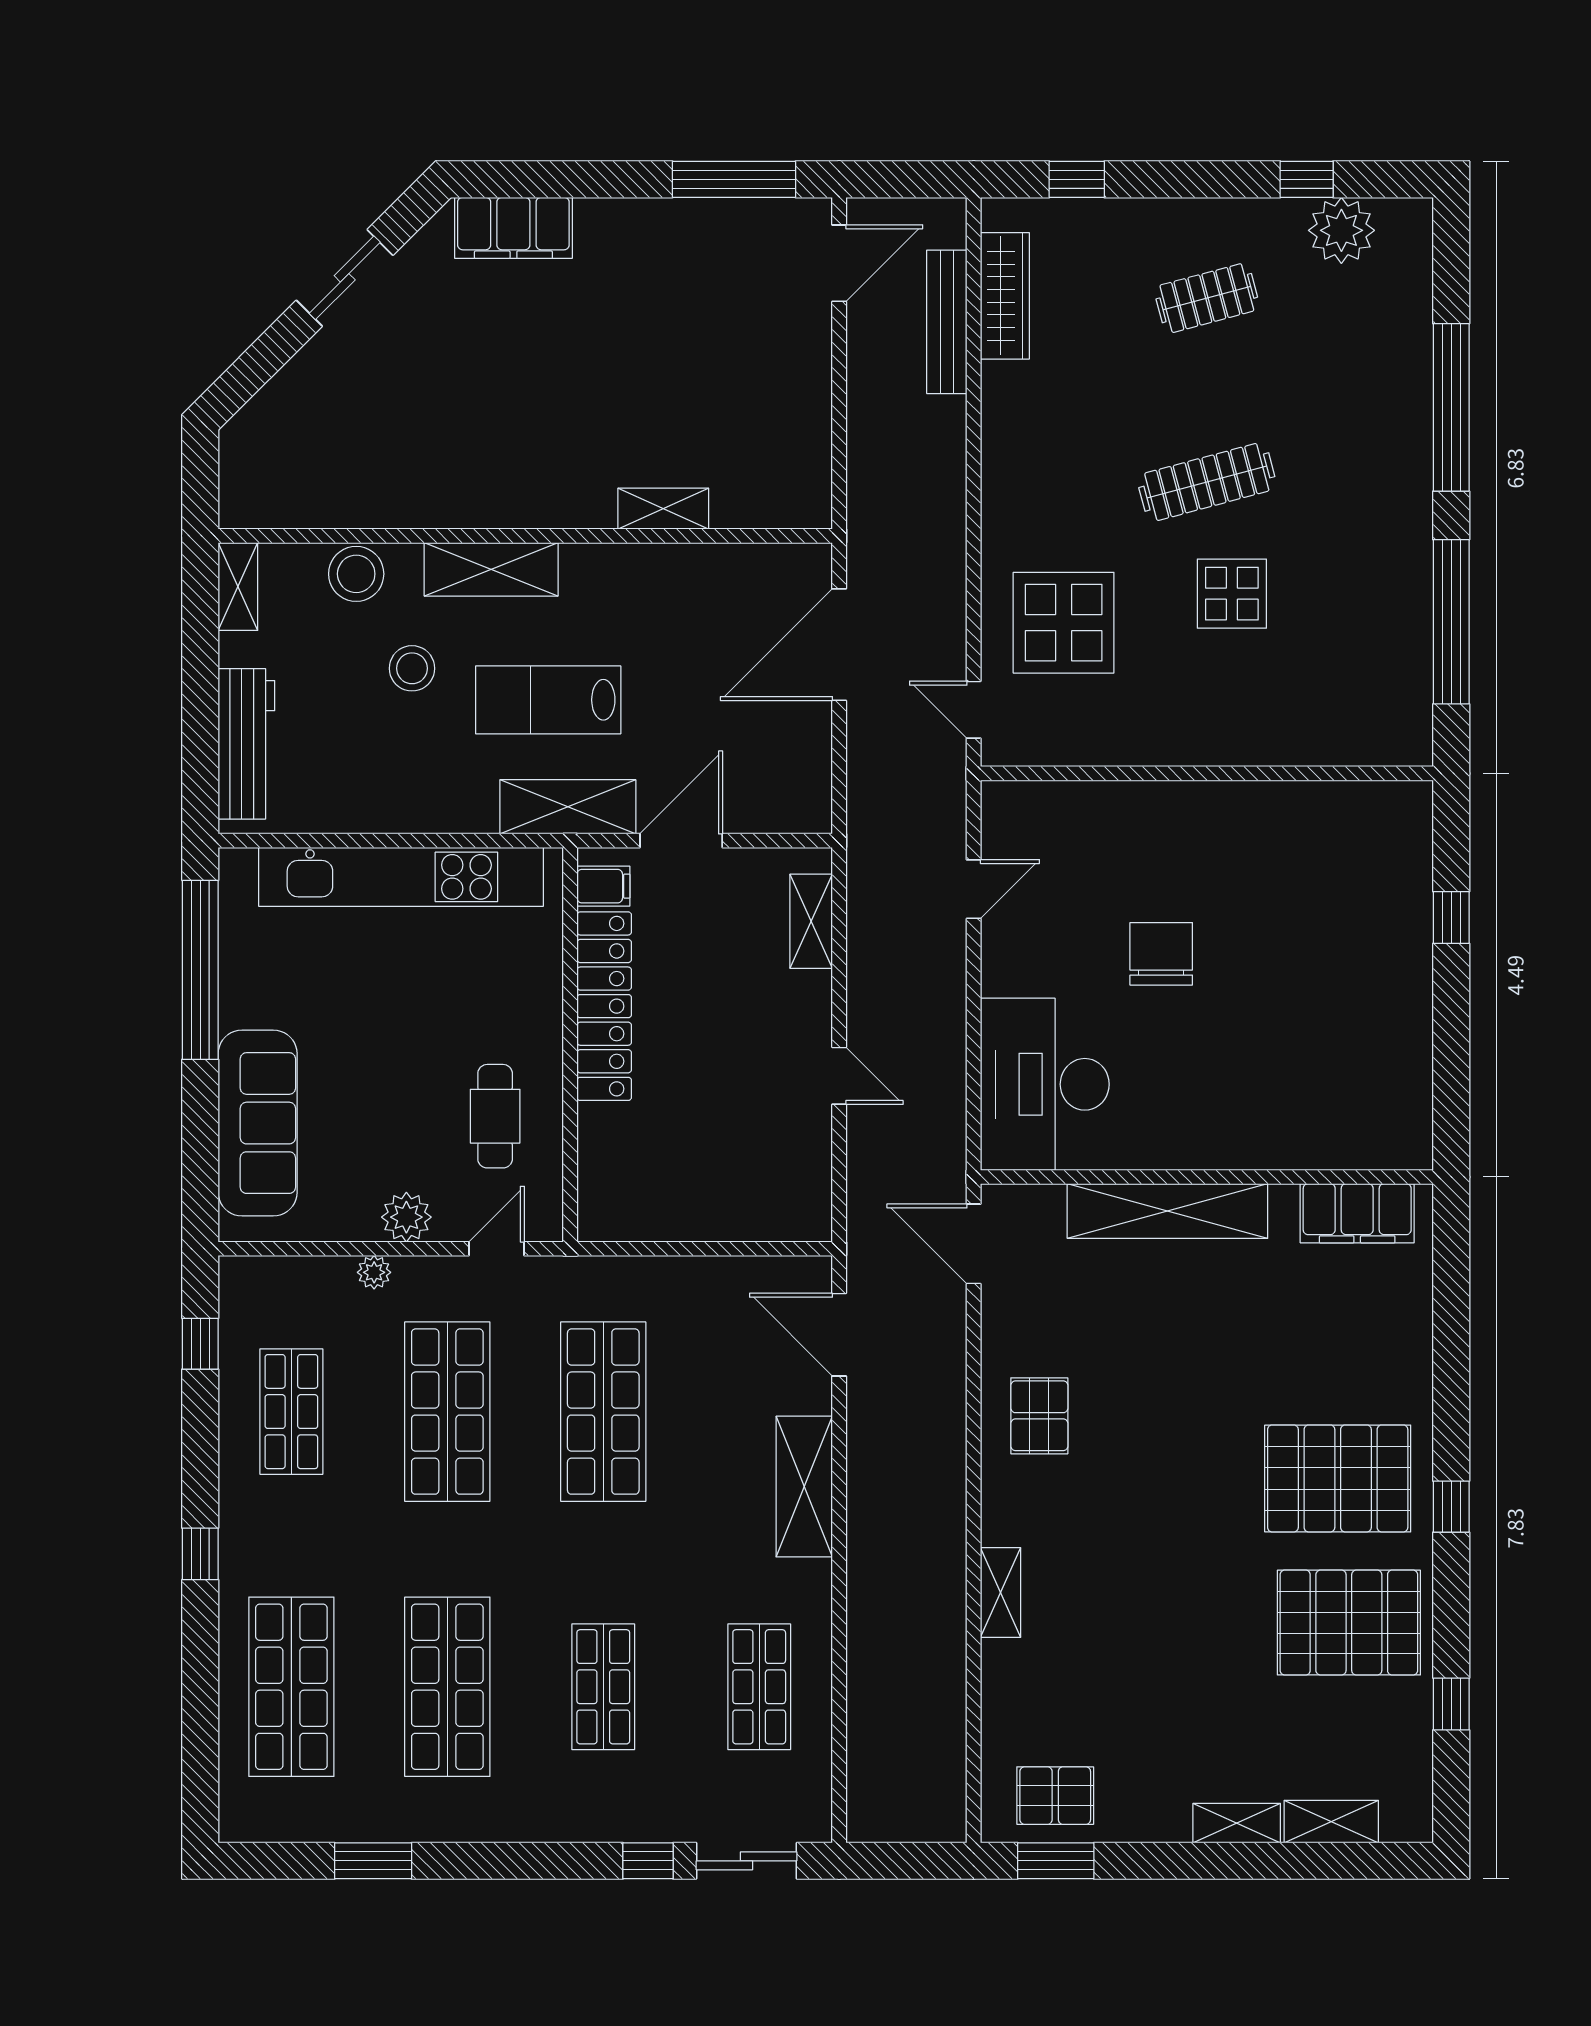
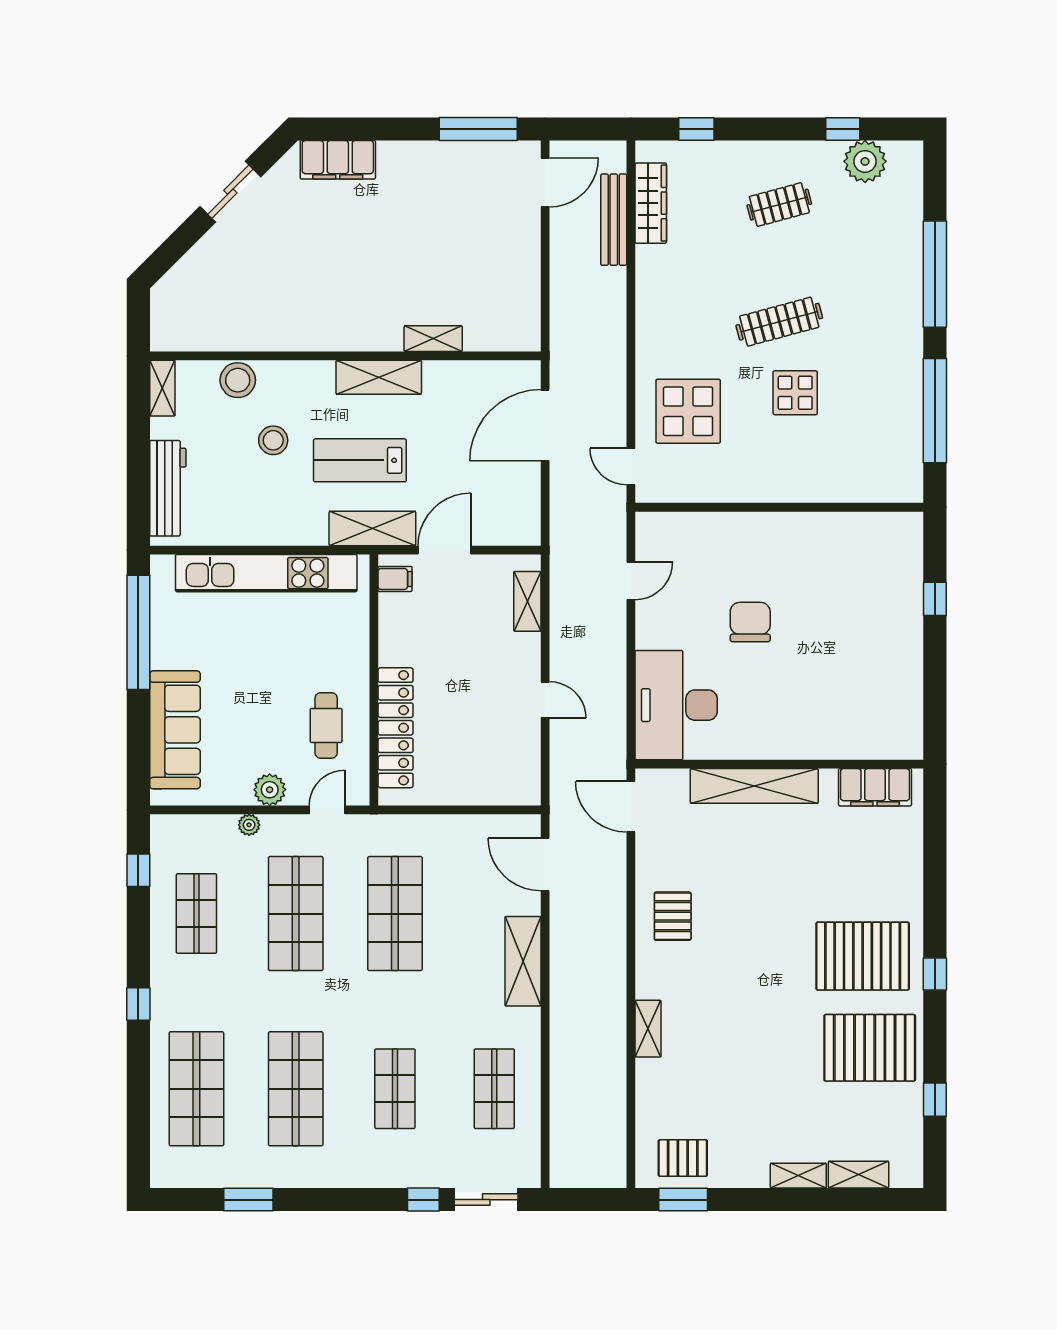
shelving: (491, 569) -> (379, 377), moved
locker: (604, 1006) -> (396, 728), moved

